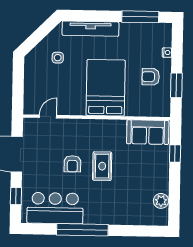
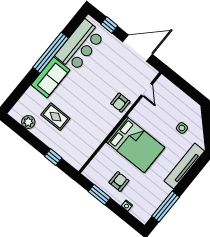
sofa: (148, 132) -> (50, 77), moved, turned 180
armchair: (72, 164) -> (120, 103), moved, turned -90
rug: (102, 166) -> (55, 117), moved

